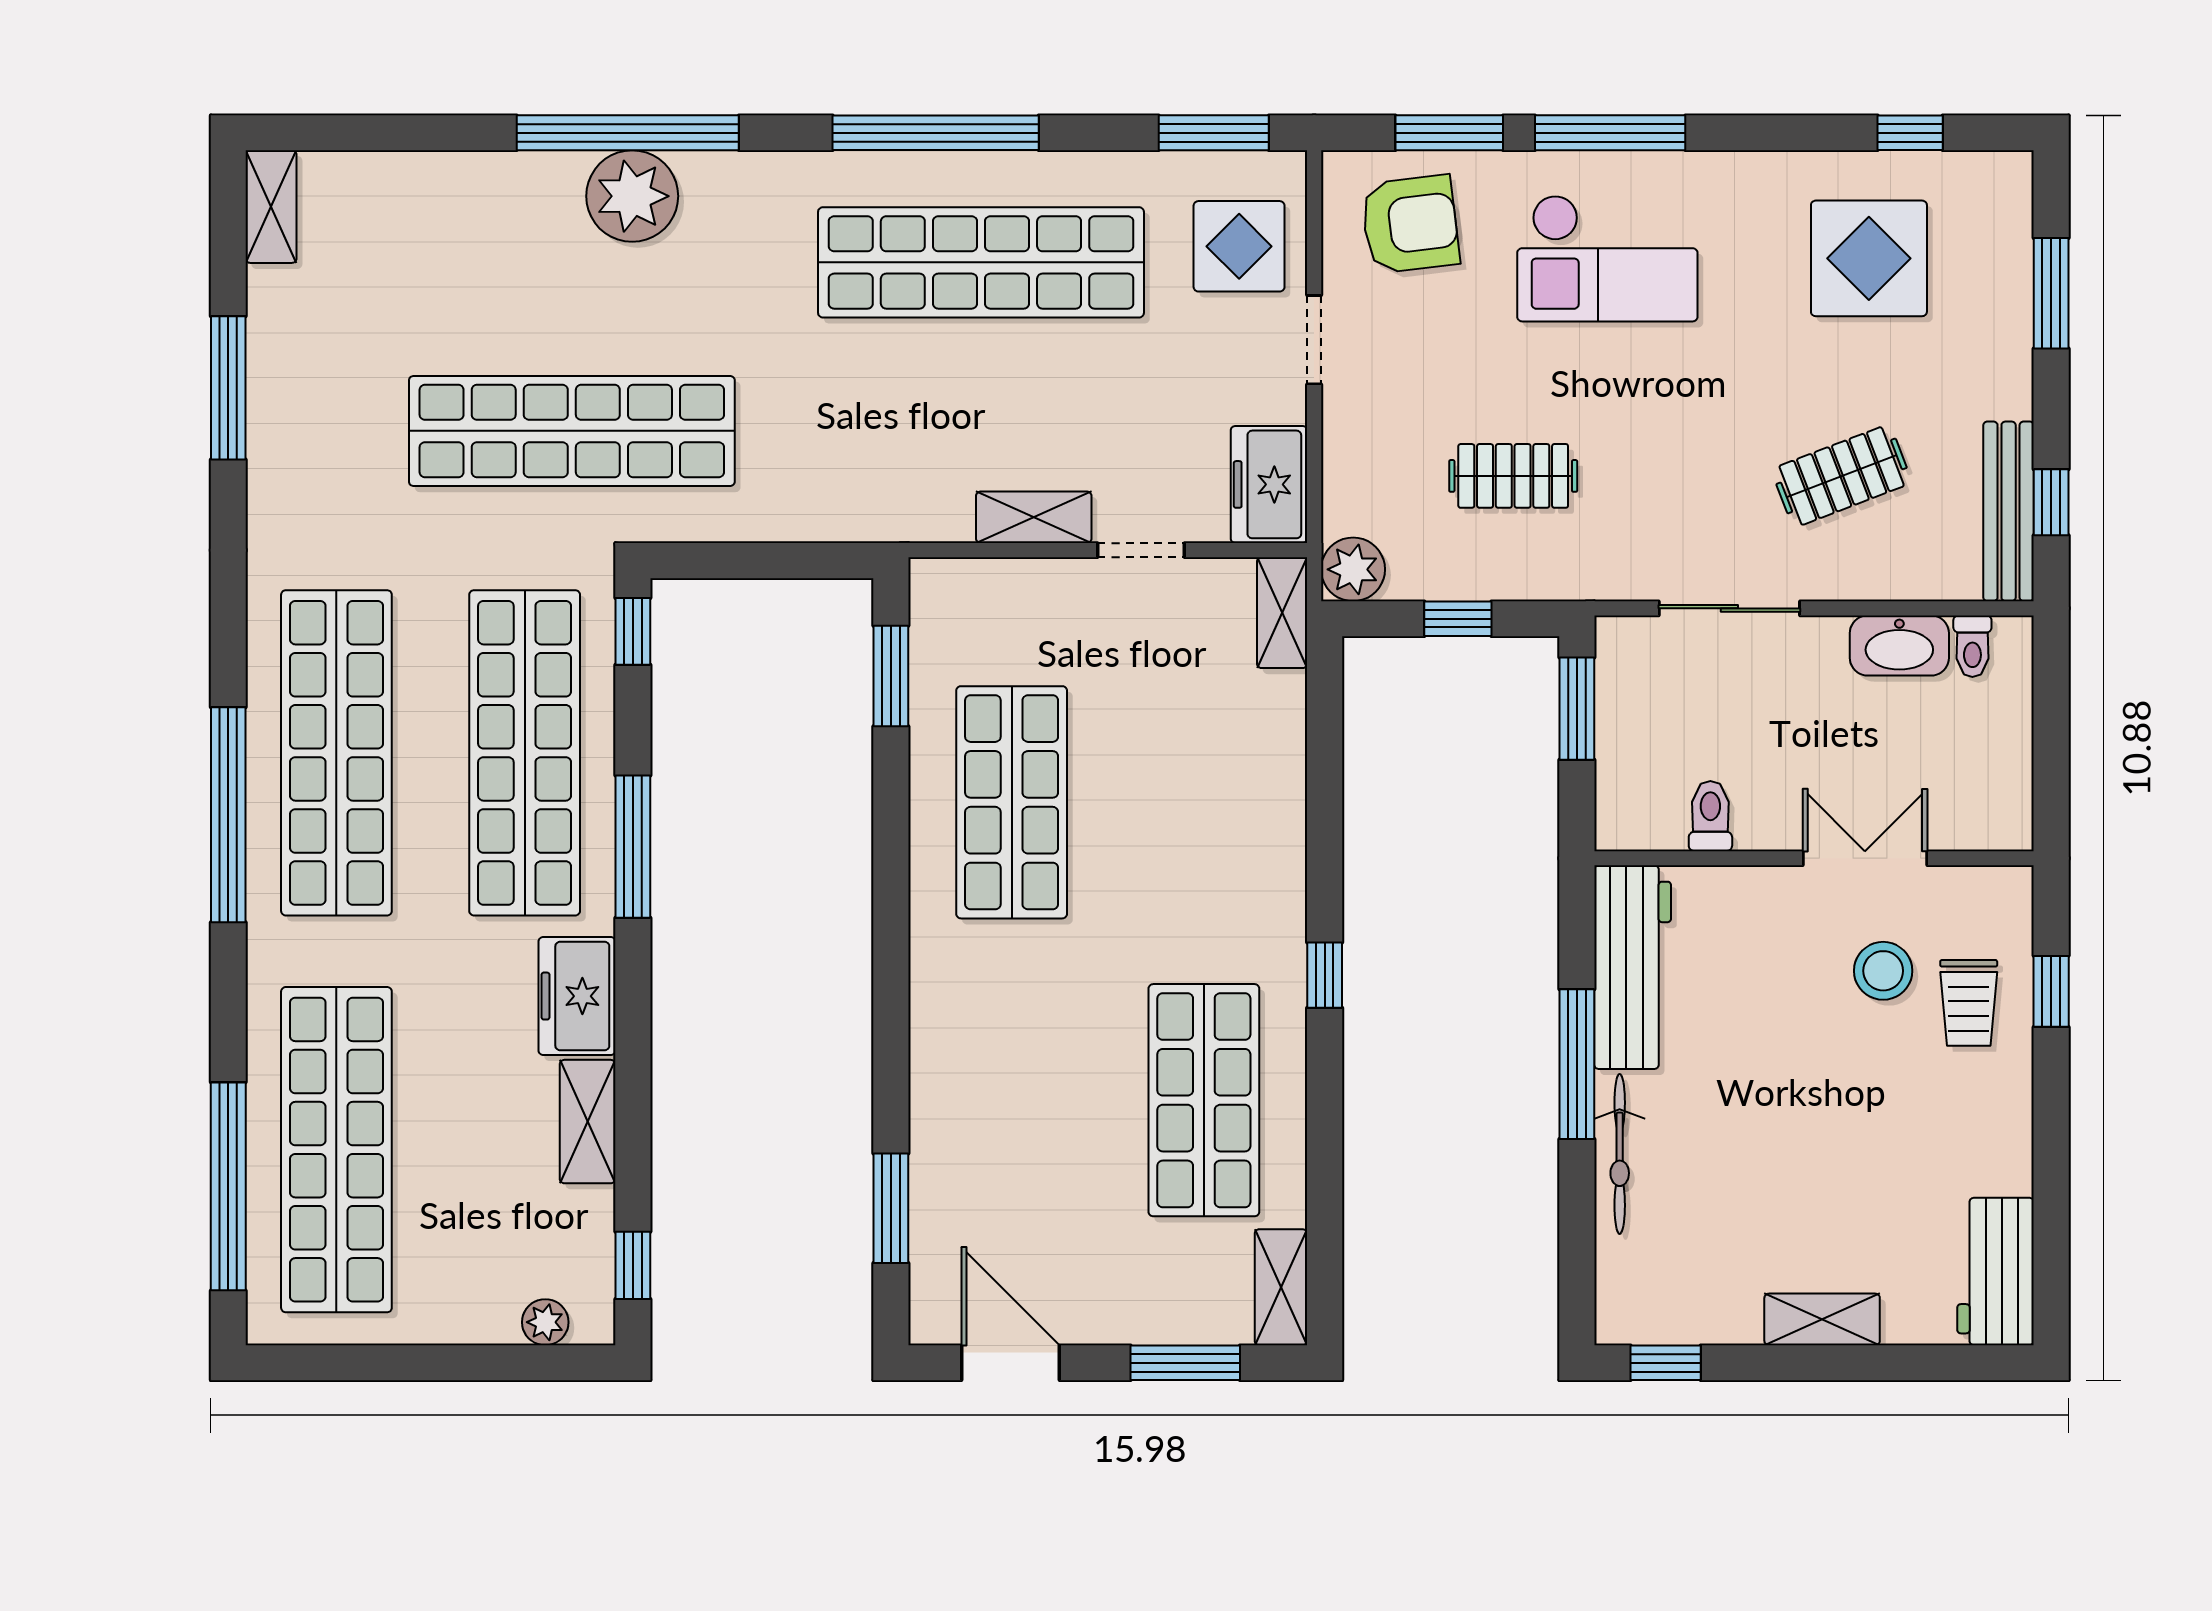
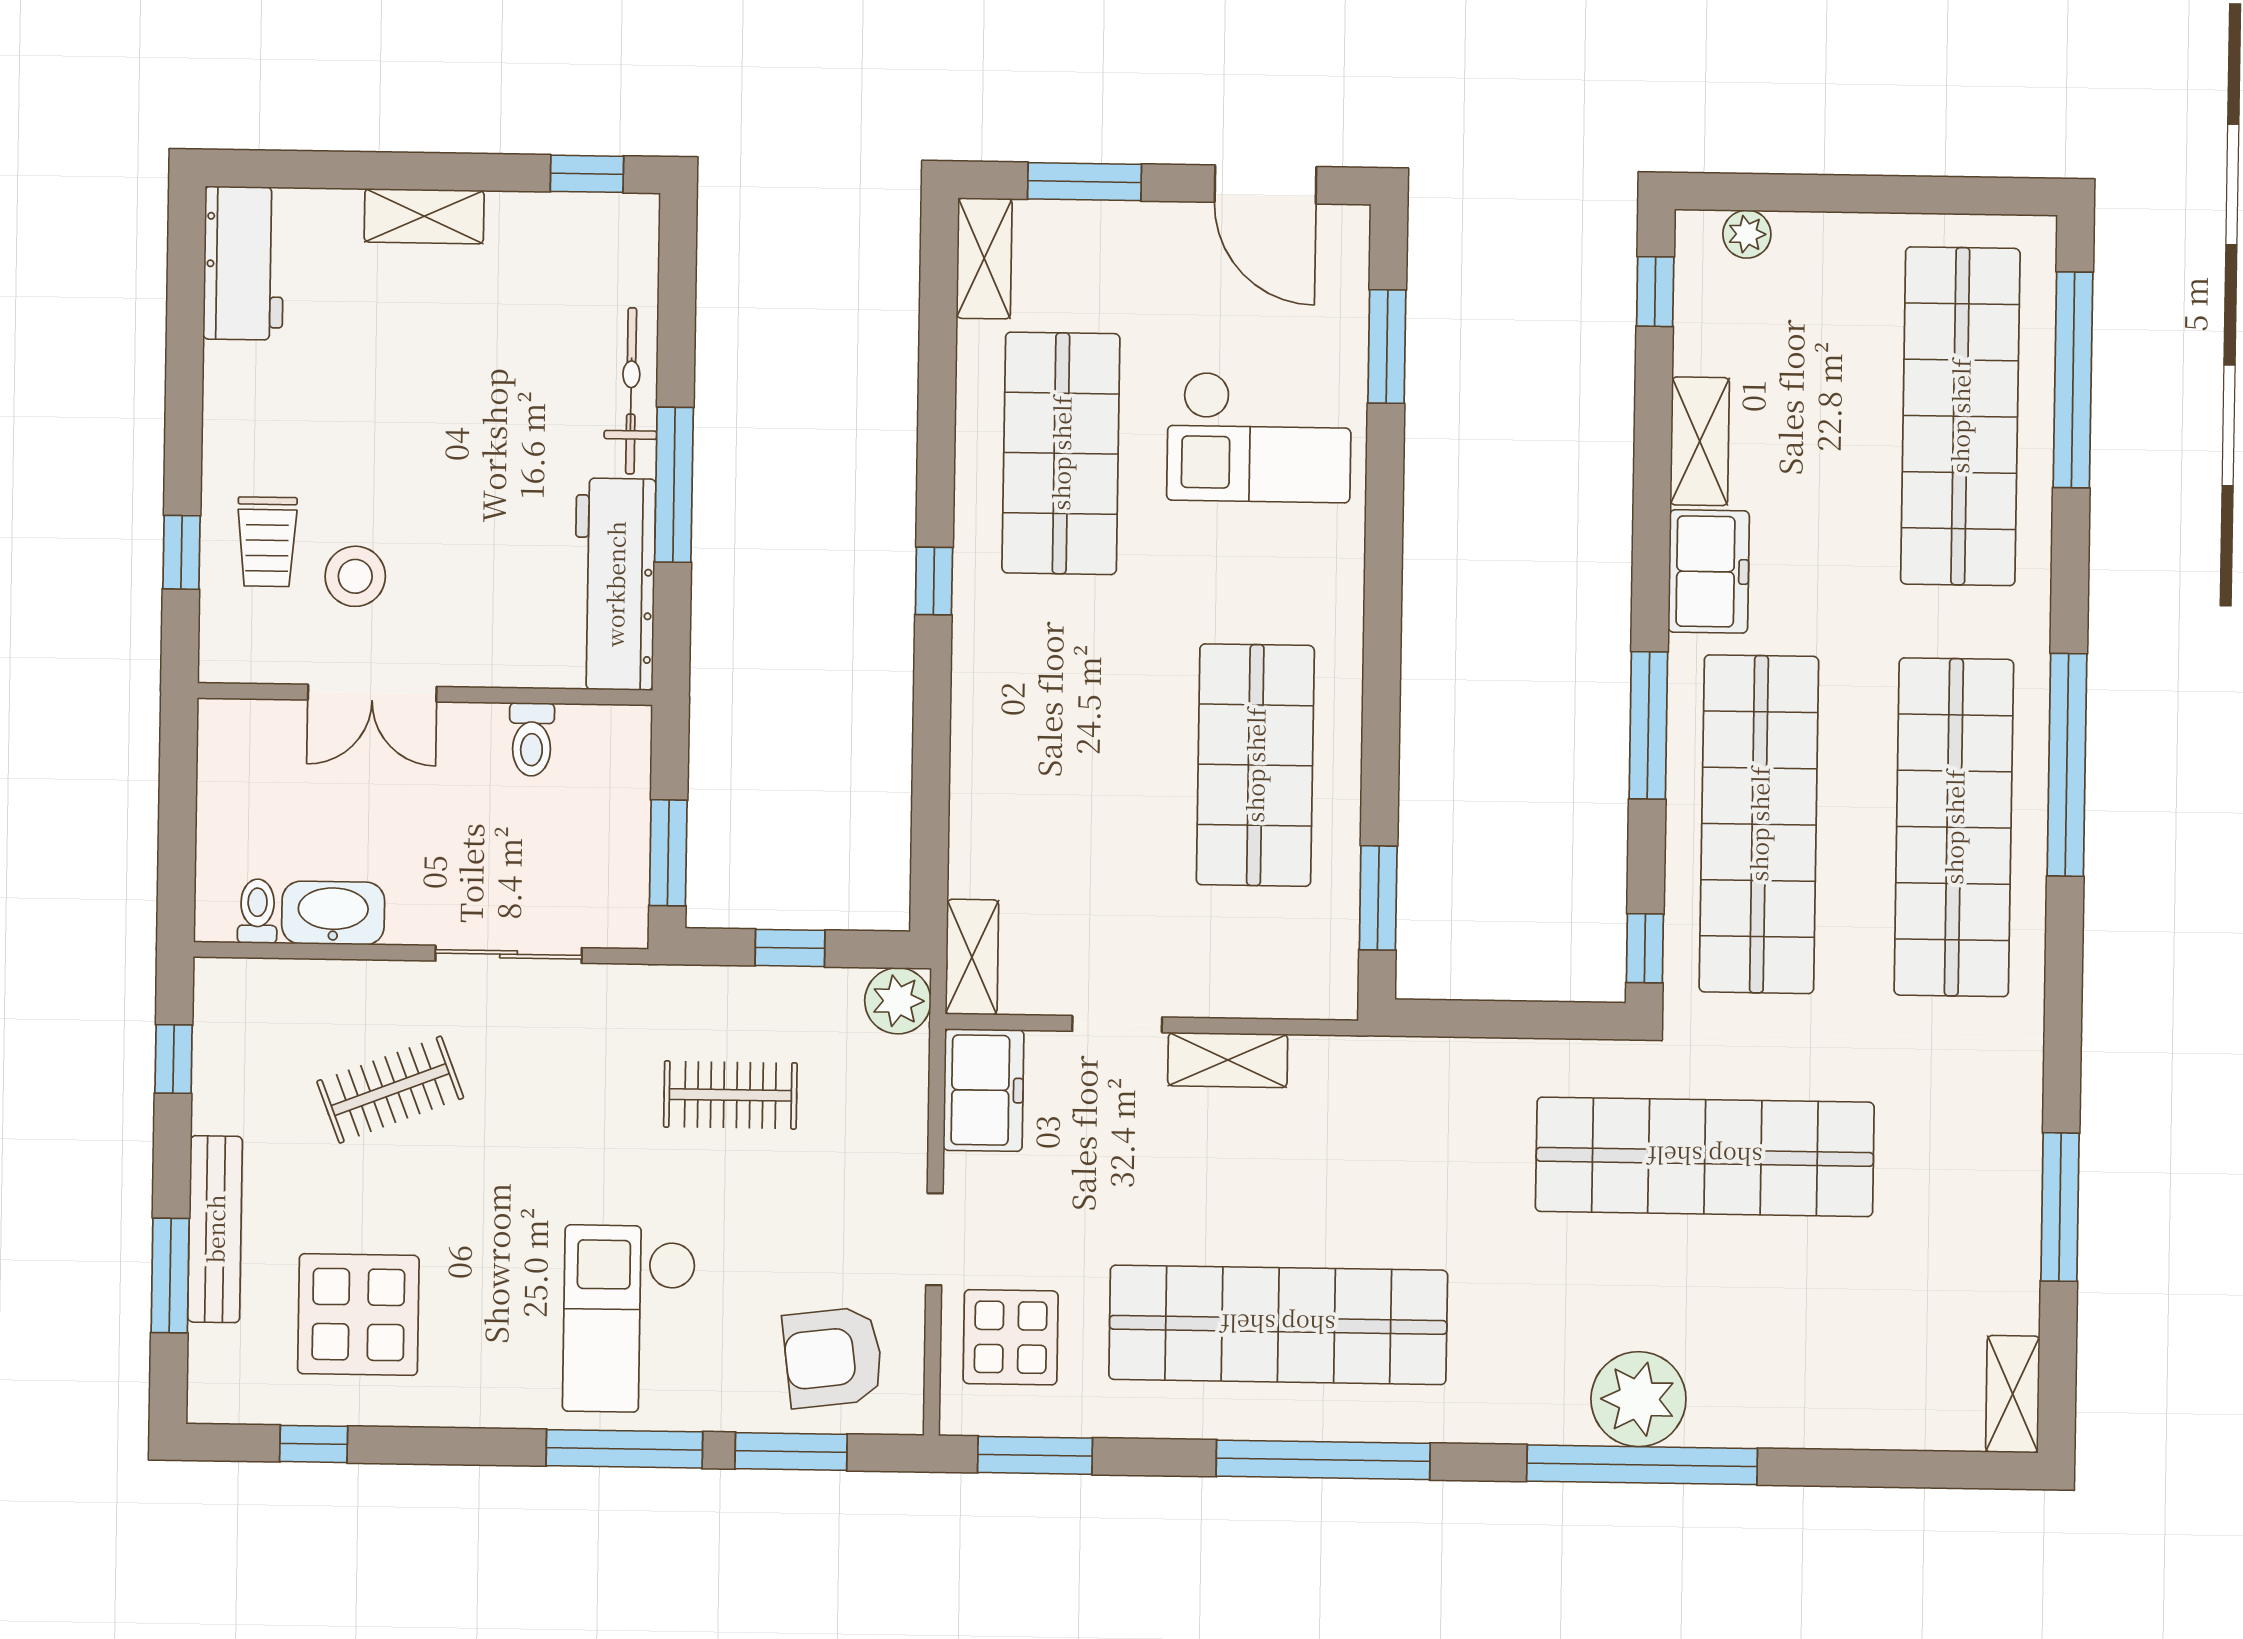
checkout: (1607, 258) -> (629, 1319), turned -90
bench: (2009, 511) -> (215, 1229), moved
trolley: (1969, 1003) -> (267, 542), turned 180
checkout: (1013, 1119) -> (1259, 437), added

